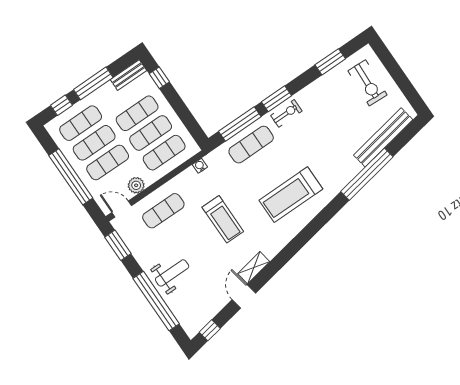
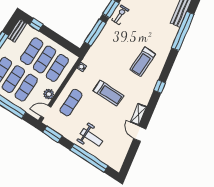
exercise mat: (251, 145) -> (107, 42), removed
treadmill: (291, 195) -> (143, 62), width x0.73, depth x0.73
weight bench: (172, 273) -> (91, 137), turned 90
window: (210, 330) -> (160, 87), moved

